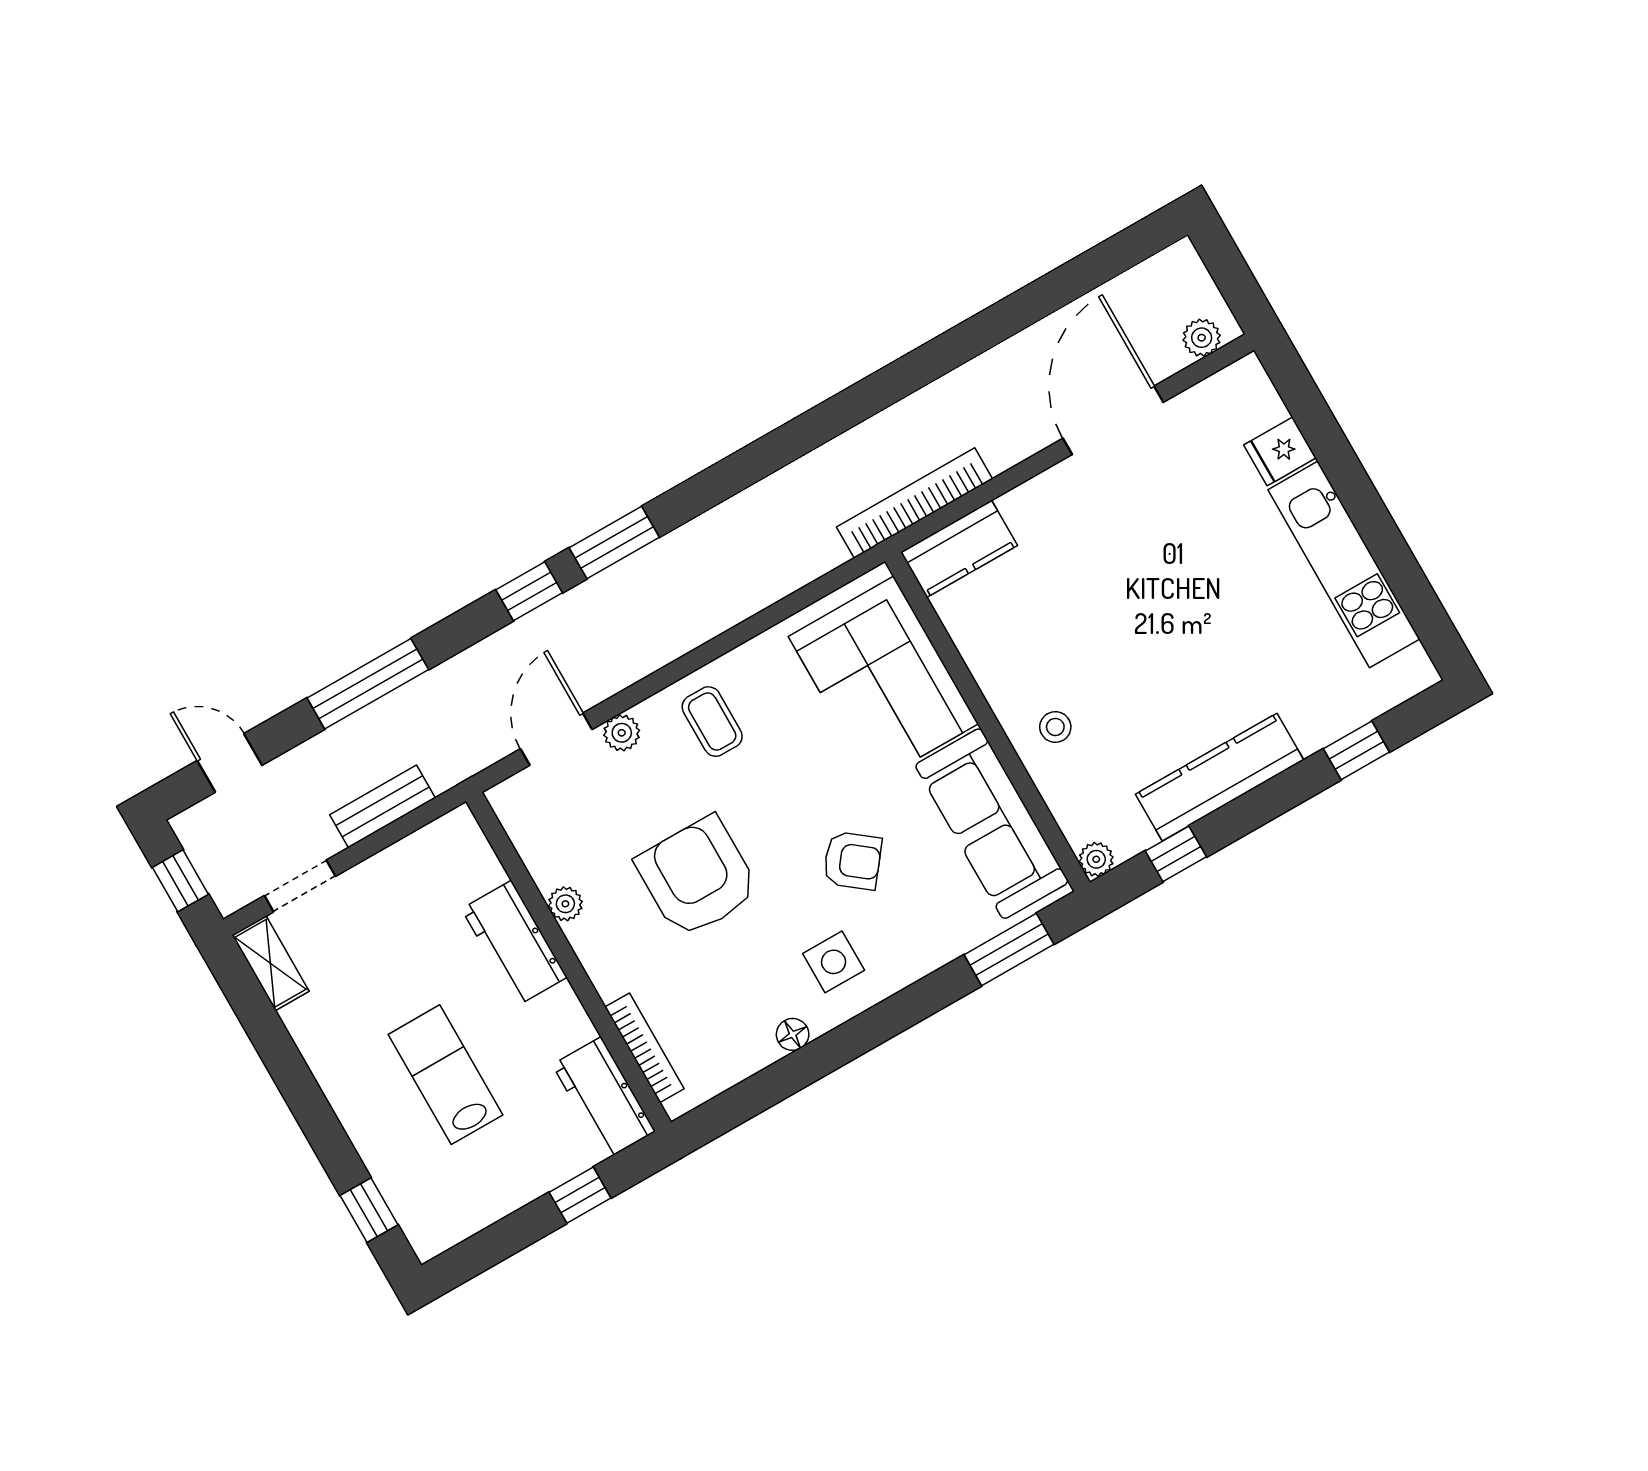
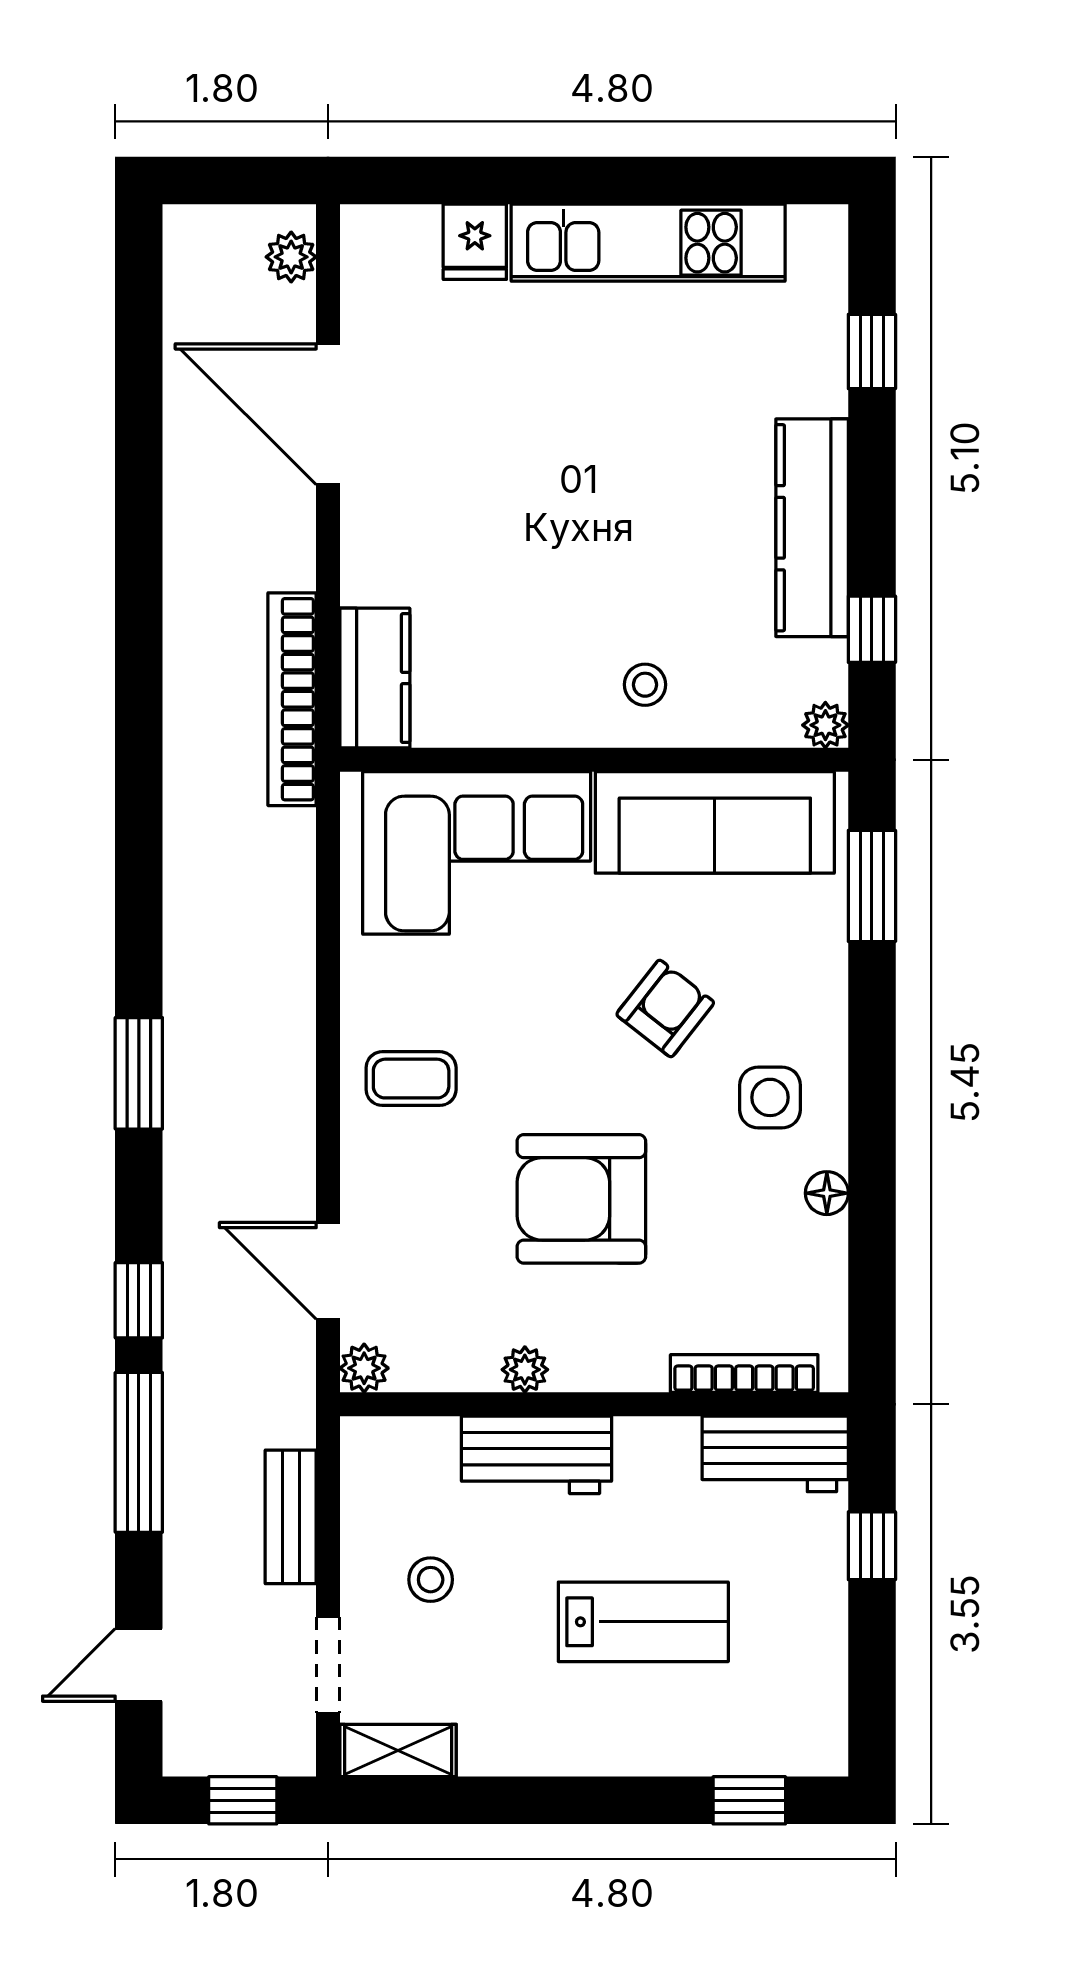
window: (529, 591) -> (139, 1300), moved
plant: (622, 733) -> (364, 1368), moved
stool: (394, 921) -> (431, 1580), added
lab bench: (446, 1075) -> (643, 1622), turned 180

